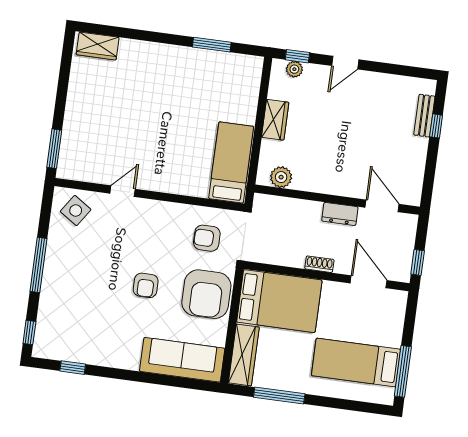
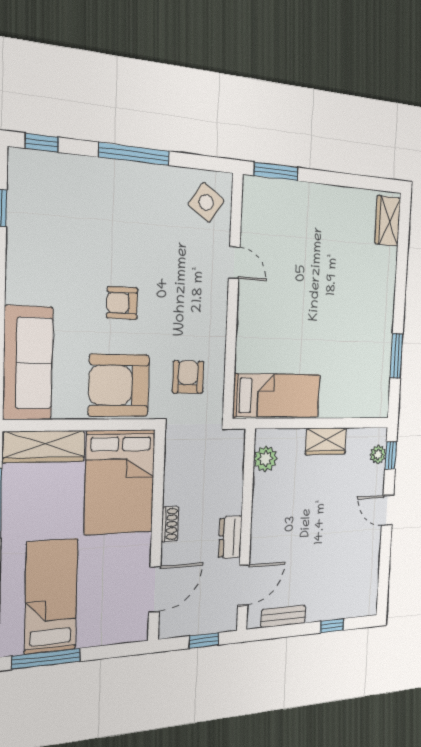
bench: (424, 116) -> (283, 616), moved
window: (418, 262) -> (204, 641), moved

